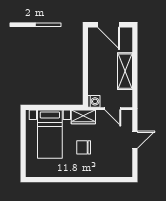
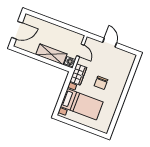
shelving: (125, 71) -> (51, 54), moved
door: (113, 109) -> (80, 50), hinge flipped

